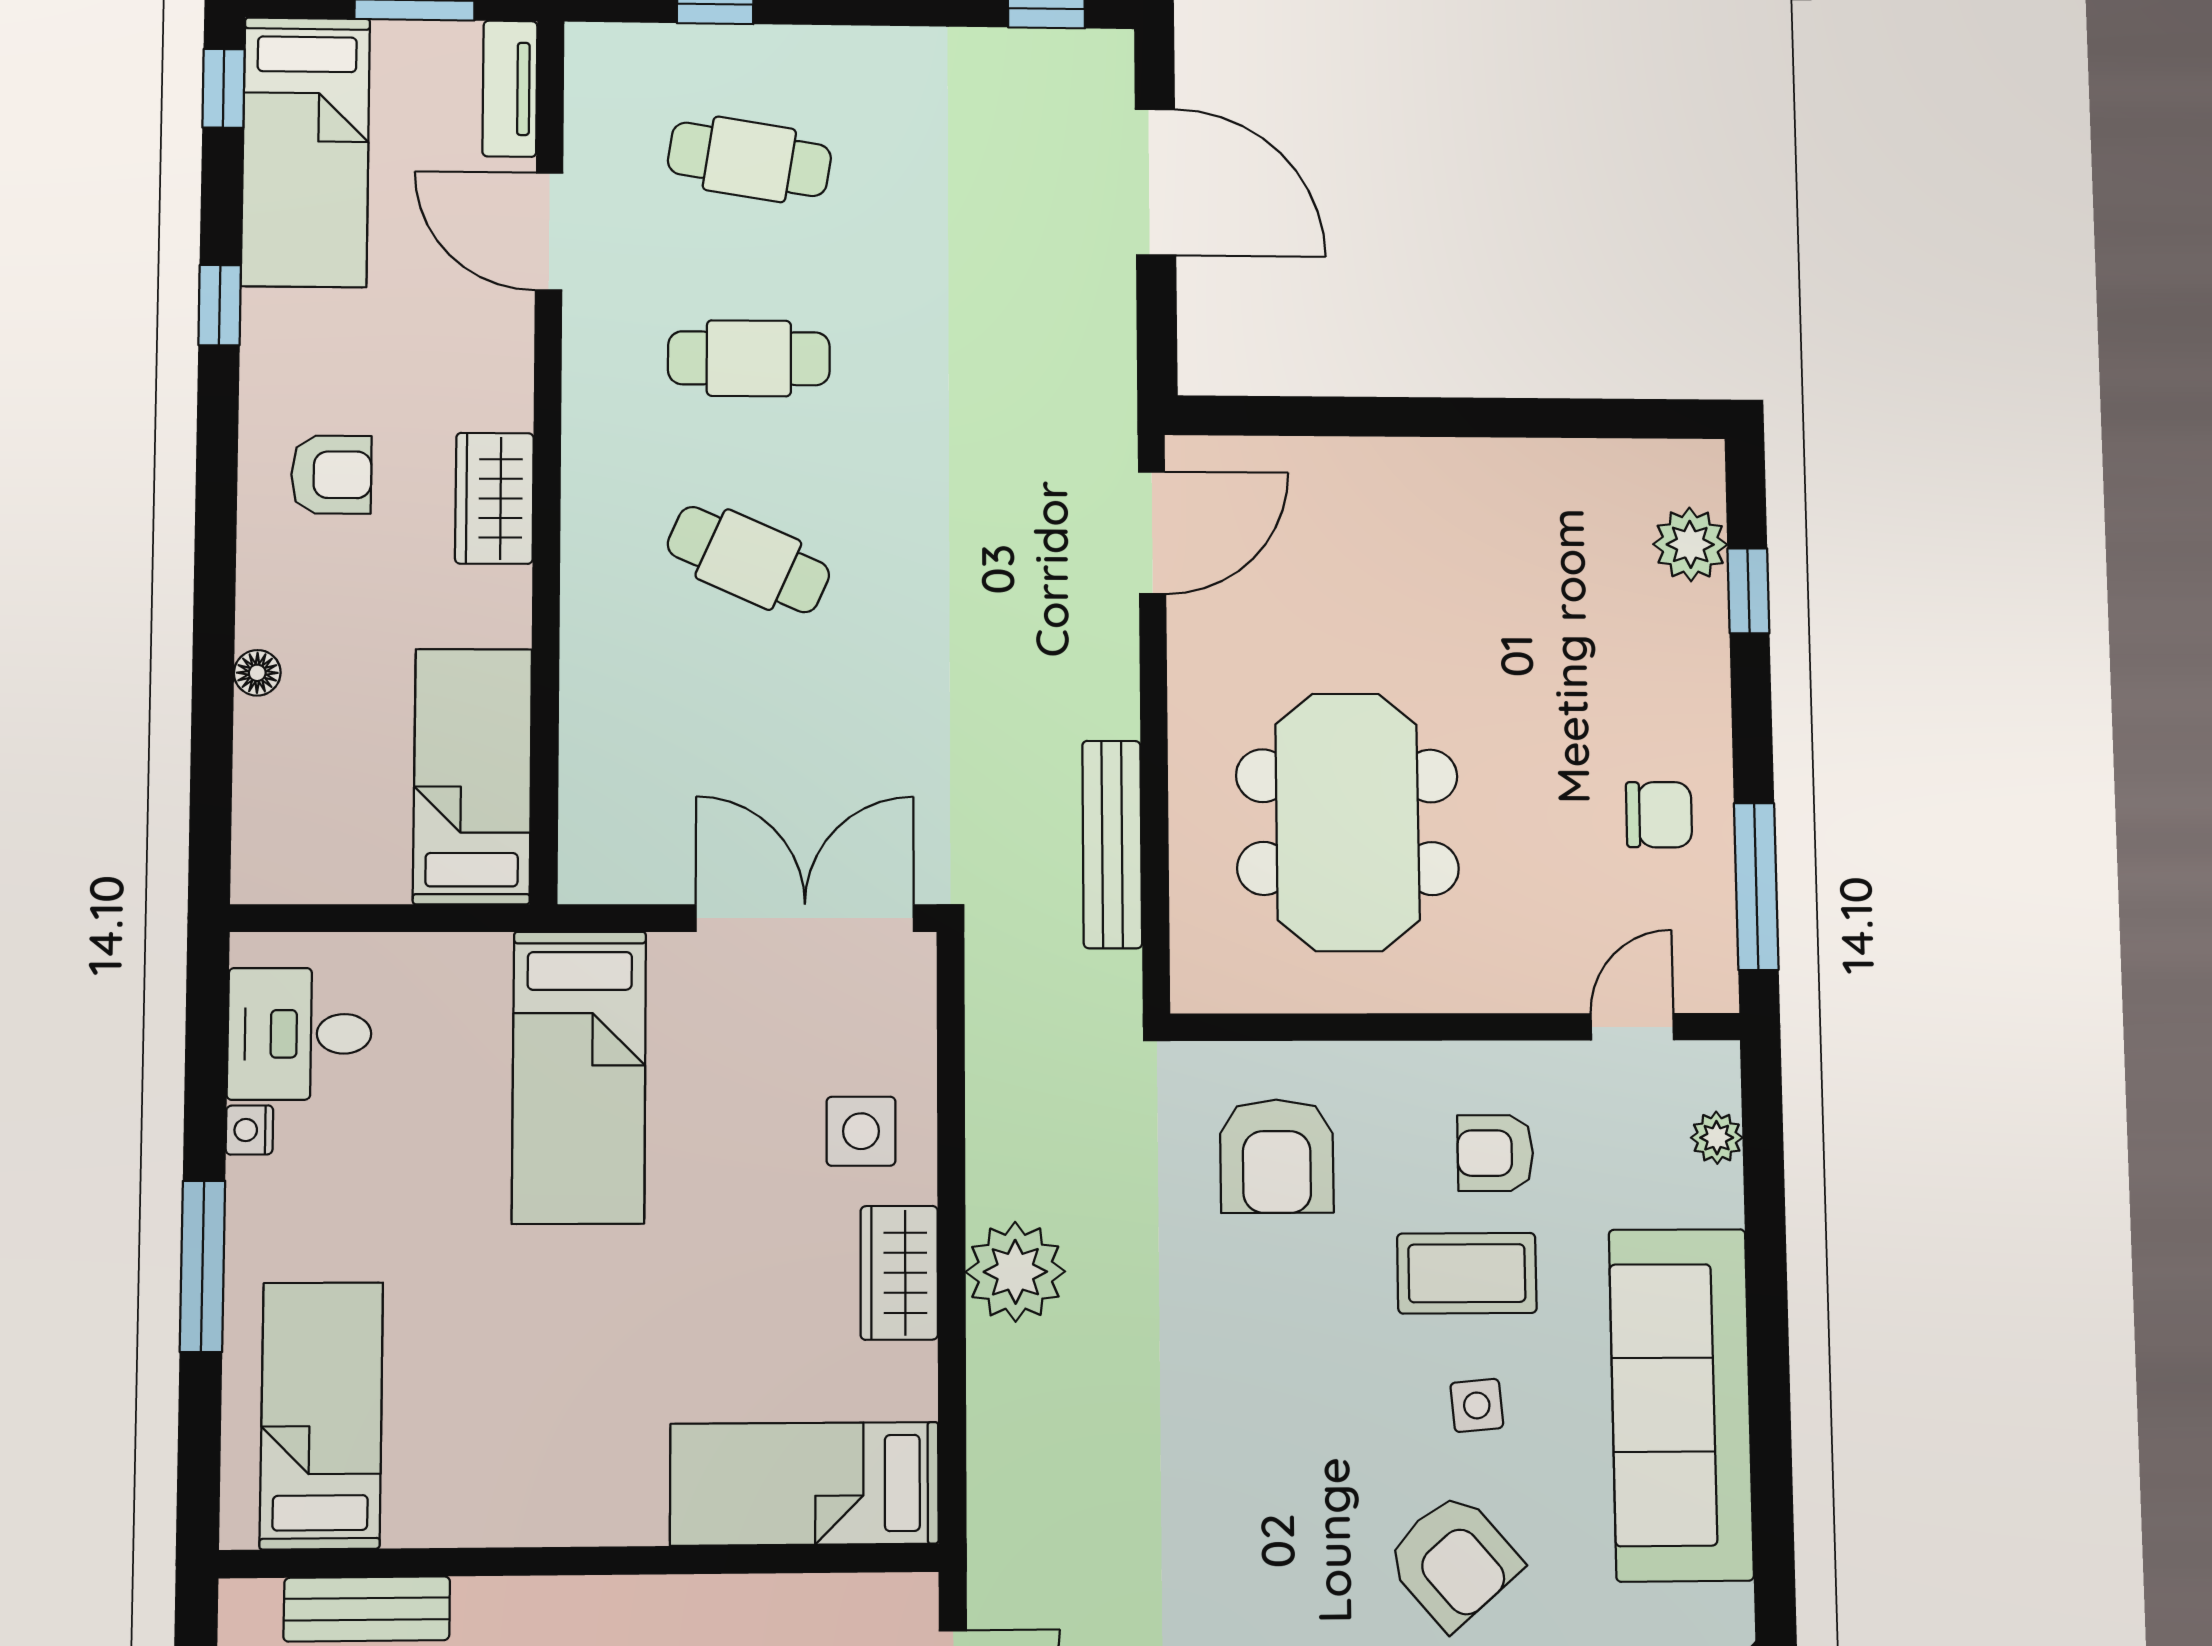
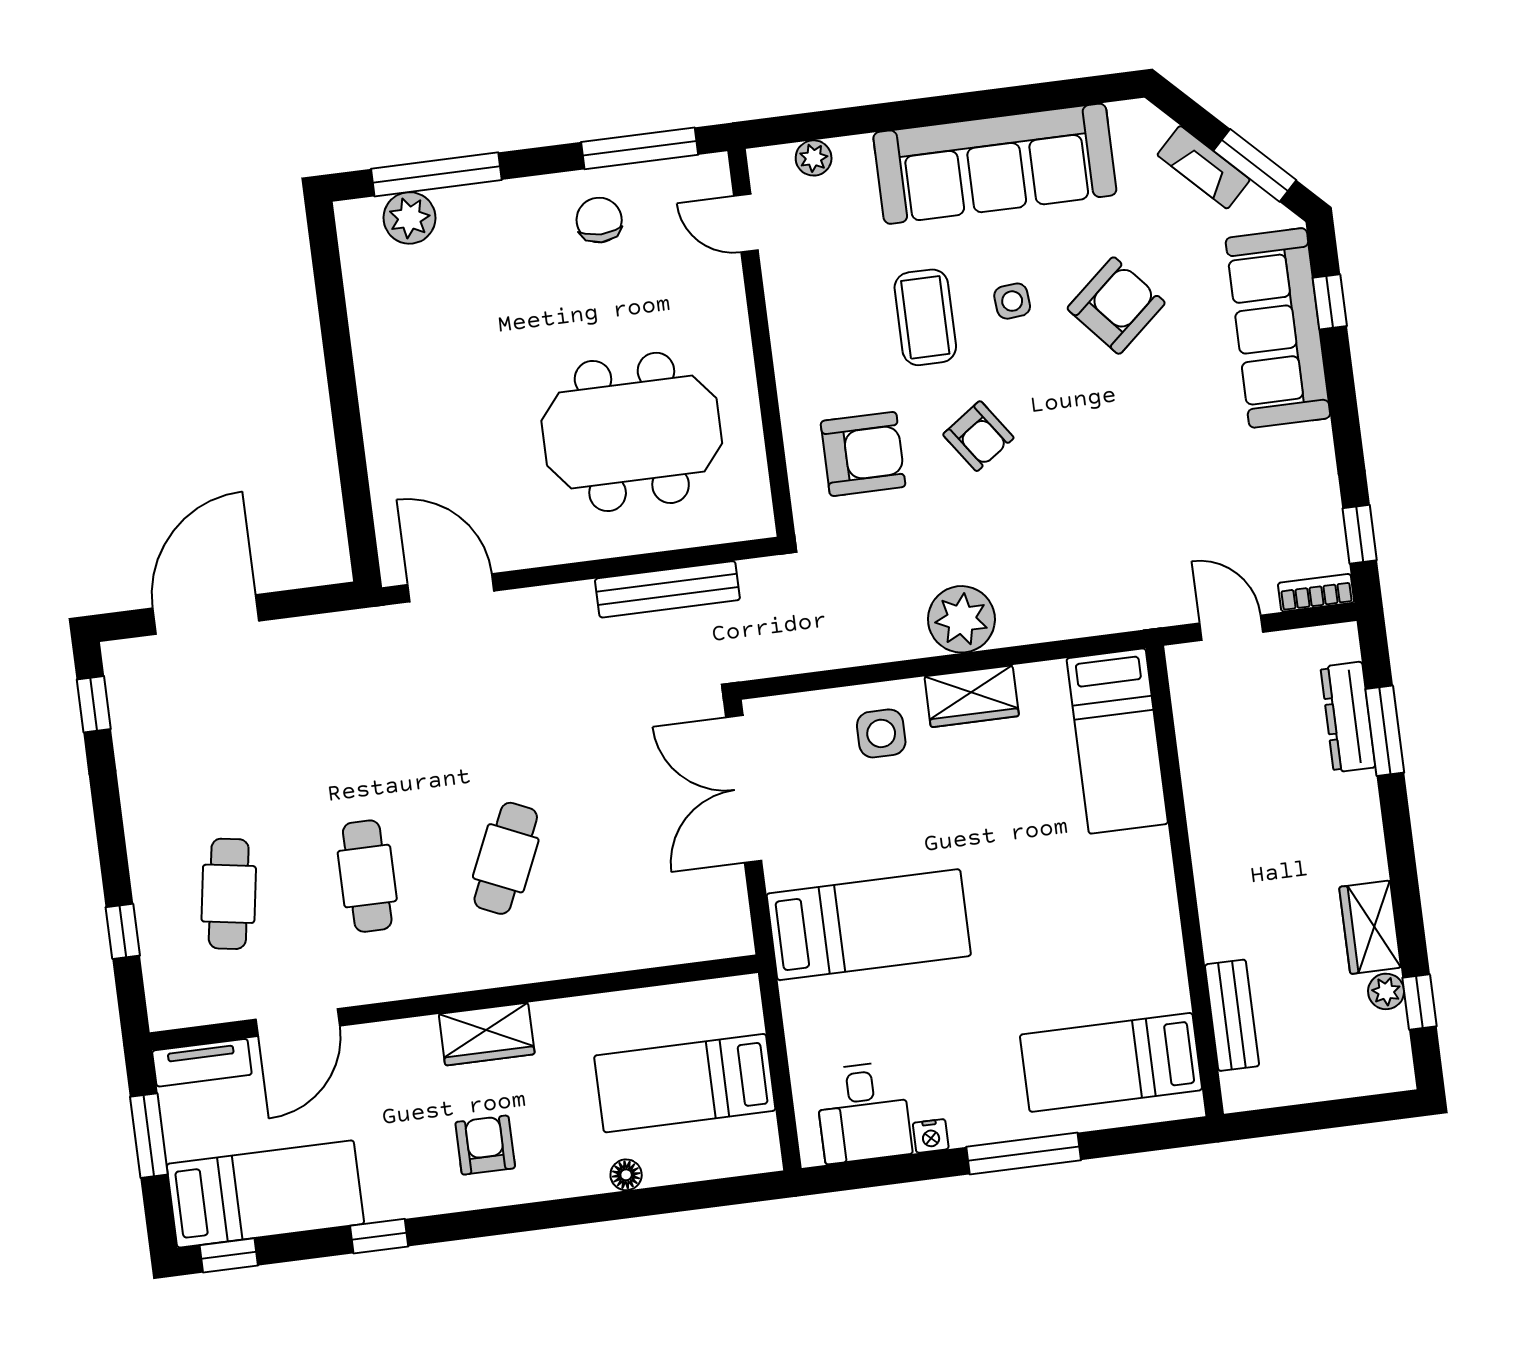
window: (1748, 591) -> (436, 174), width x2.17
bed: (473, 776) -> (685, 1083), moved
armchair: (1495, 1153) -> (978, 436), moved, turned -35

